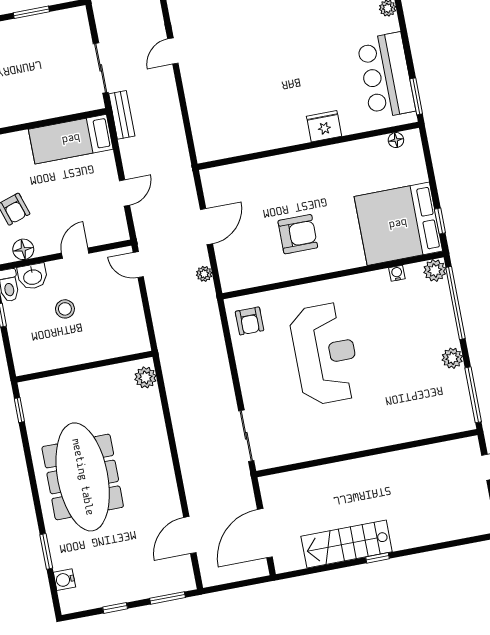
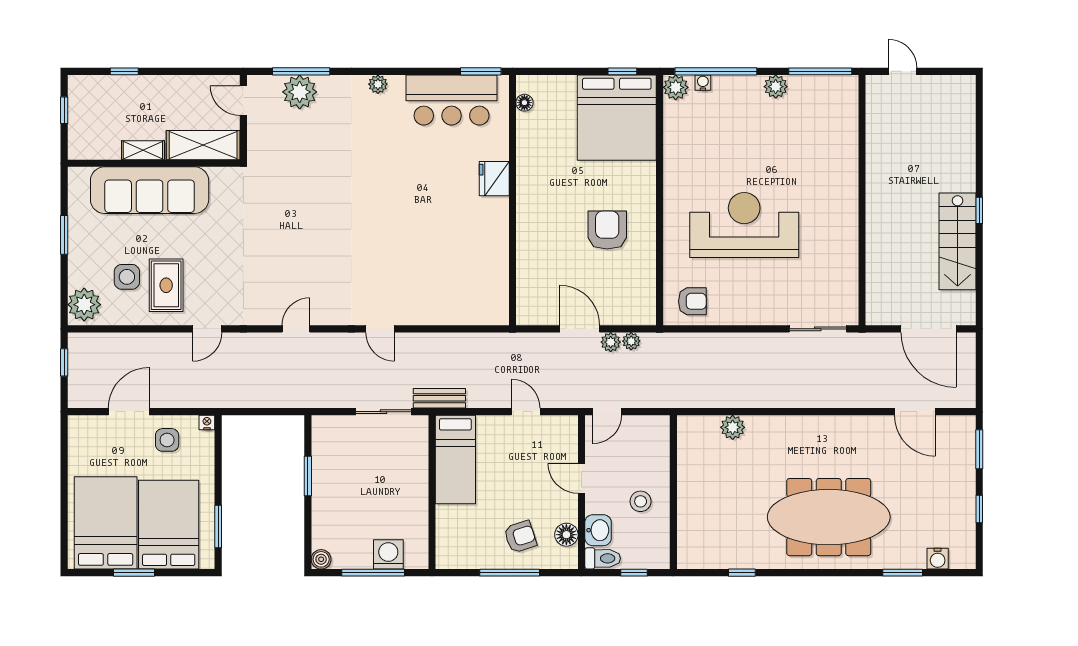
plant: (200, 256) -> (611, 342), added
water cooler: (397, 273) -> (703, 83), moved, turned 90
wall: (84, 367) -> (673, 492), moved

